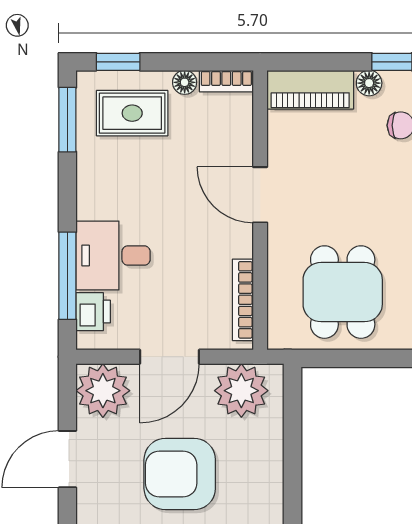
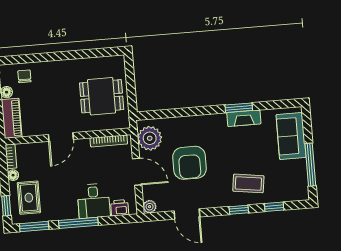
window: (67, 276) -> (78, 223), moved
plant: (103, 391) -> (150, 207), width x0.53, depth x0.53

